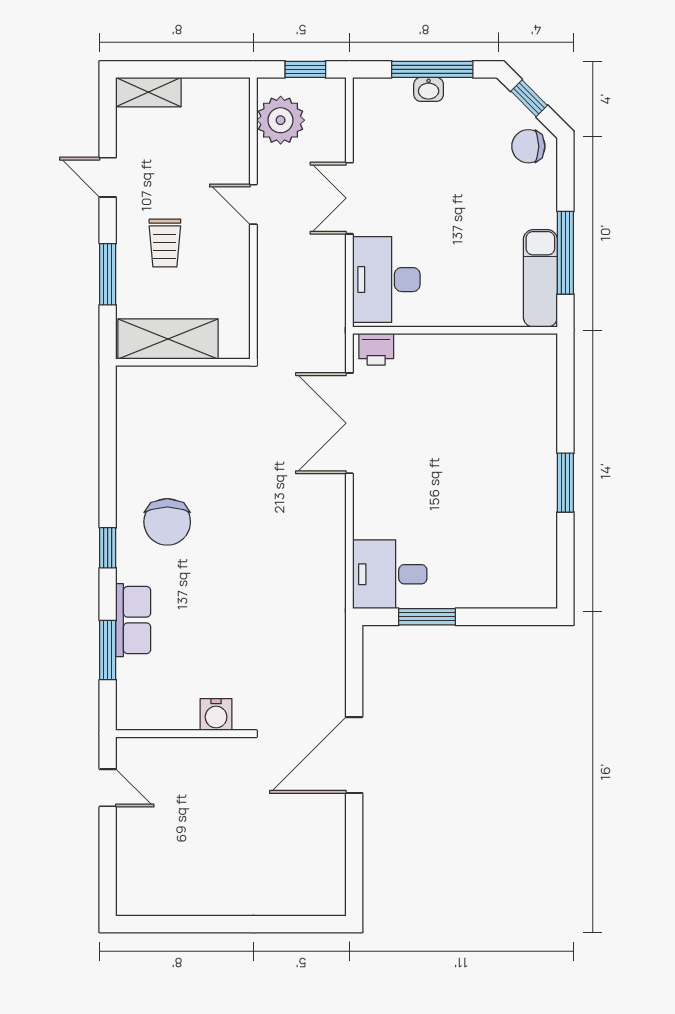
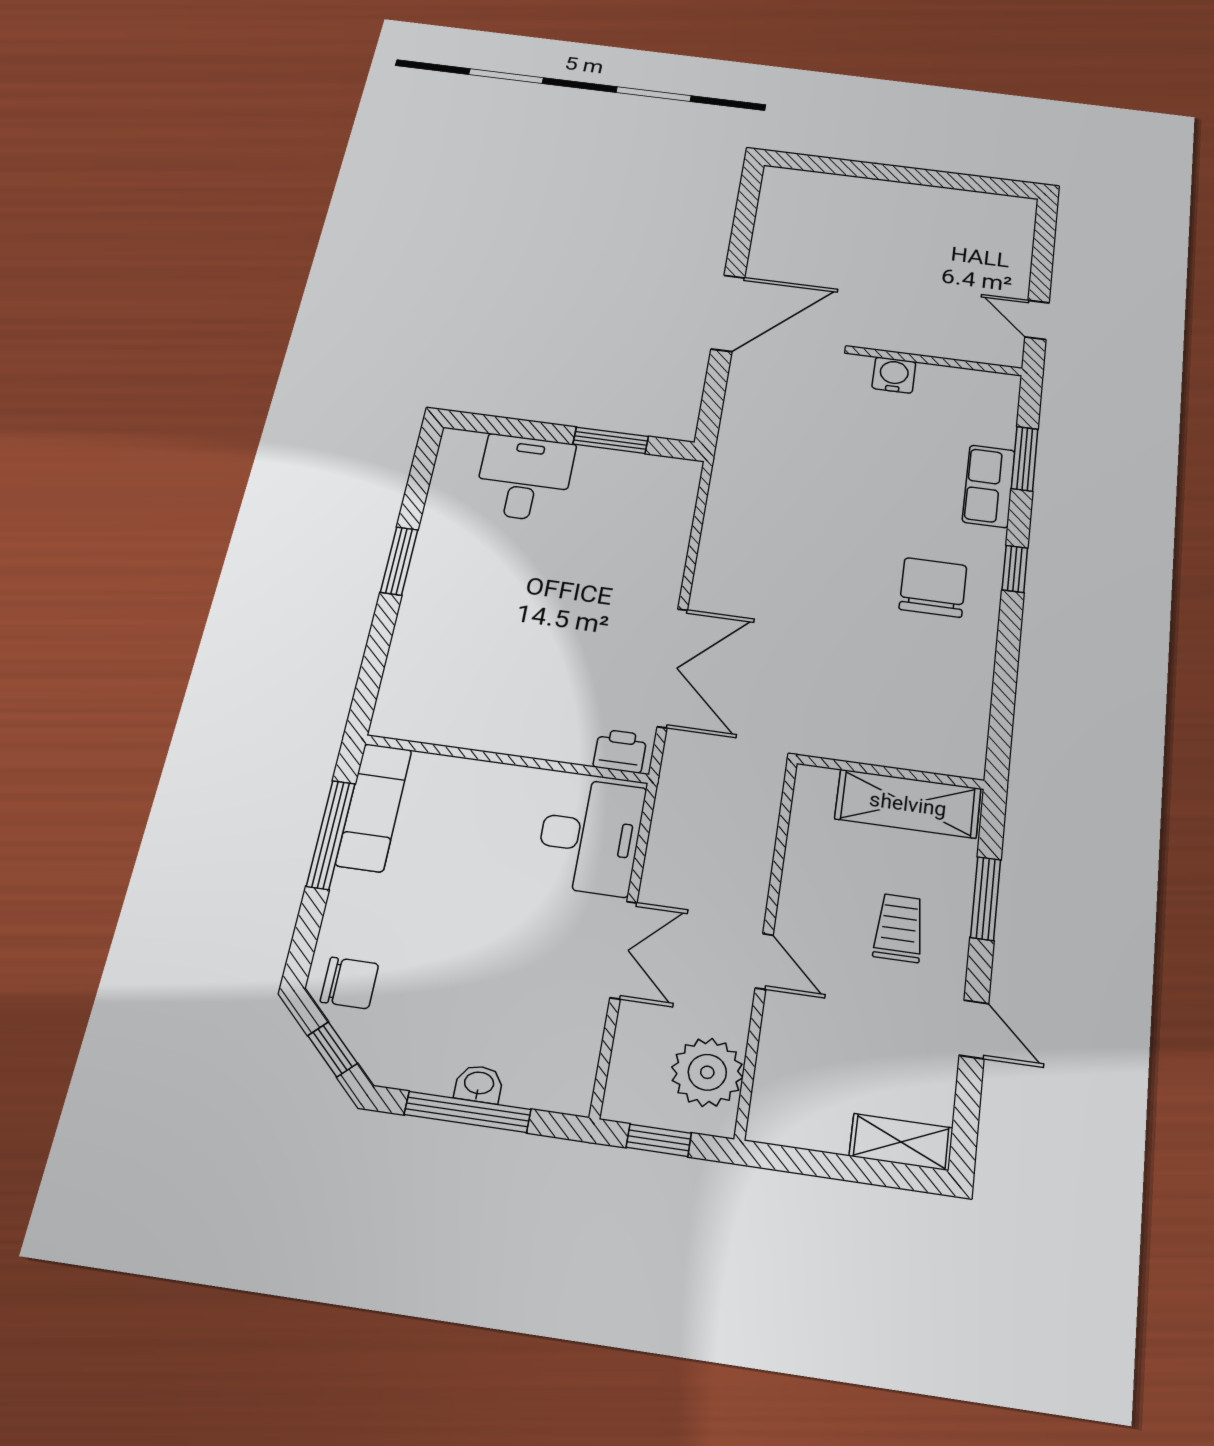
desk: (390, 574) -> (524, 478), moved, turned -90

